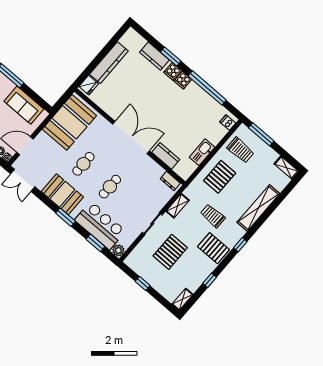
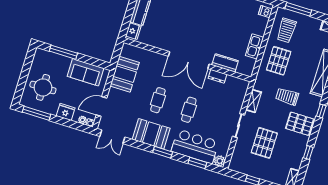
booth: (69, 122) -> (125, 74), width x0.73, depth x0.70
double door: (131, 138) -> (189, 60), swing flipped
trolley: (241, 150) -> (286, 30), turned 90
dresser: (170, 181) -> (217, 76), moved

